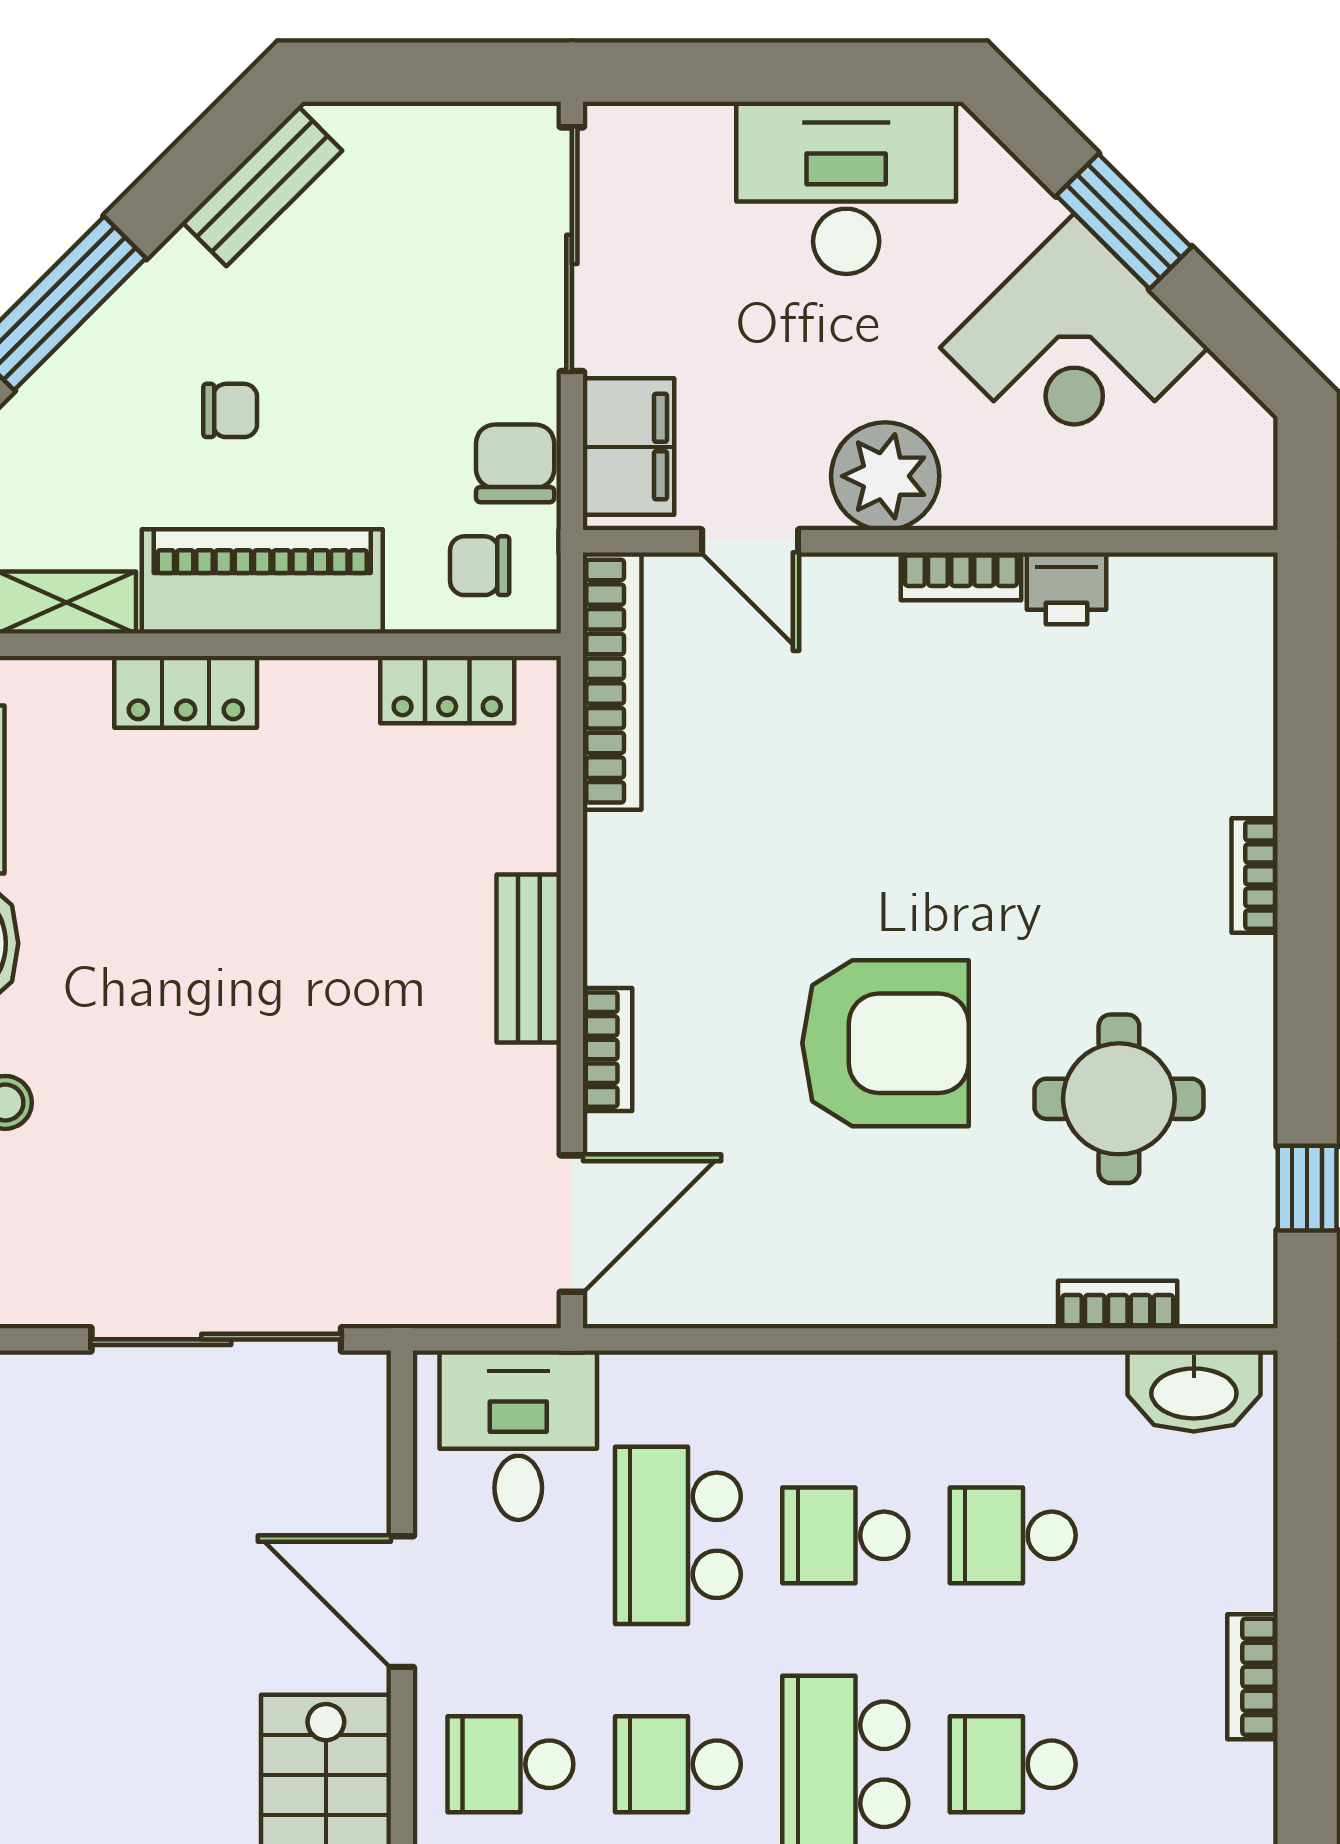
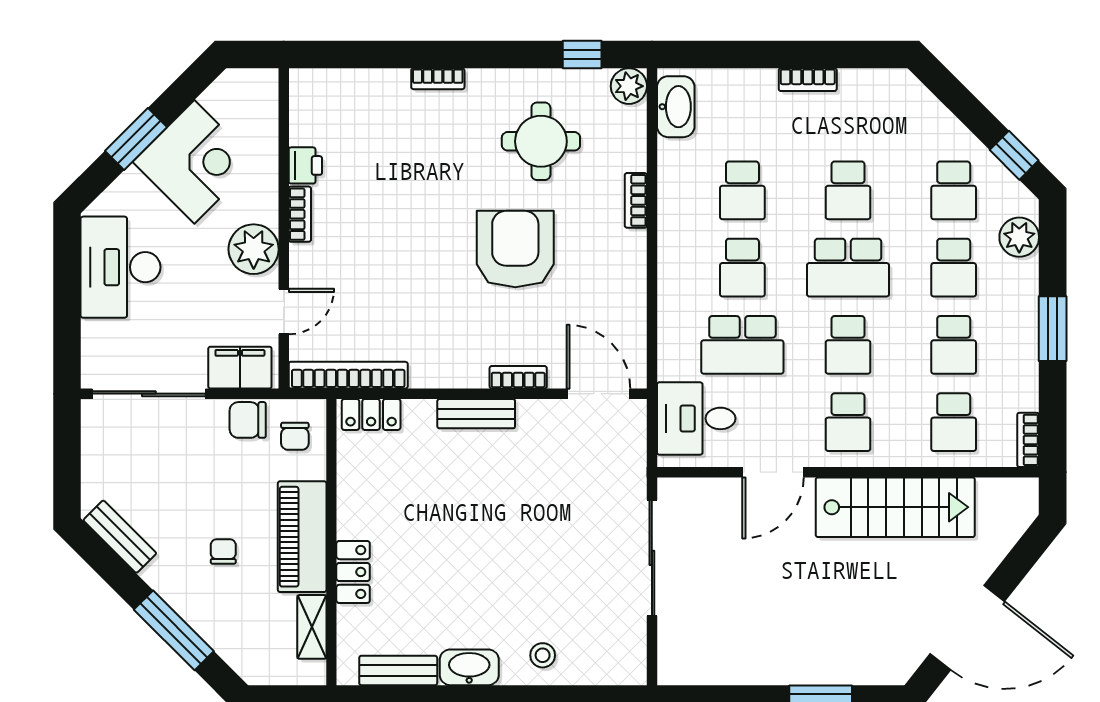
locker: (447, 690) -> (371, 414), moved, turned 90
plant: (1239, 1289) -> (629, 86), added
bookcase: (1118, 1304) -> (636, 200), moved

